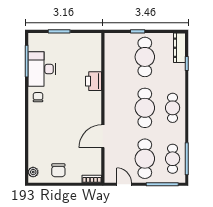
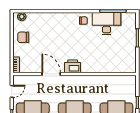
printer: (94, 81) -> (73, 66), moved

